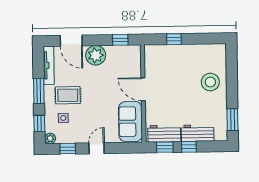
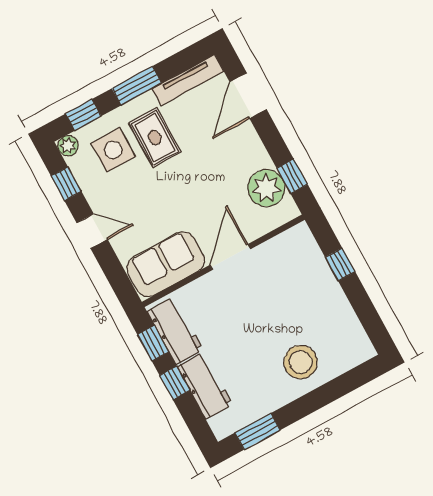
plant: (96, 55) -> (266, 188), moved
side table: (63, 118) -> (113, 150), width x1.87, depth x1.87

